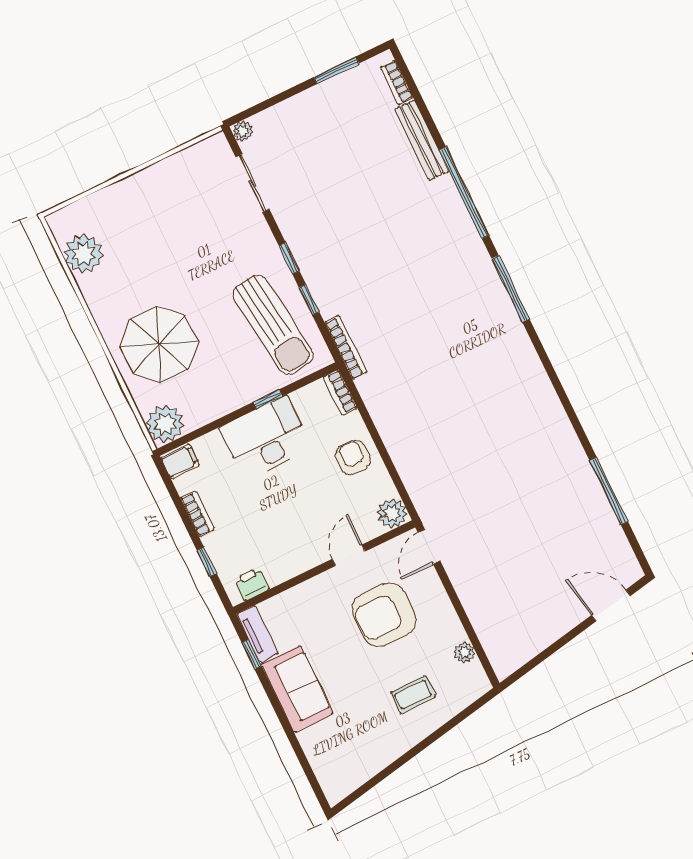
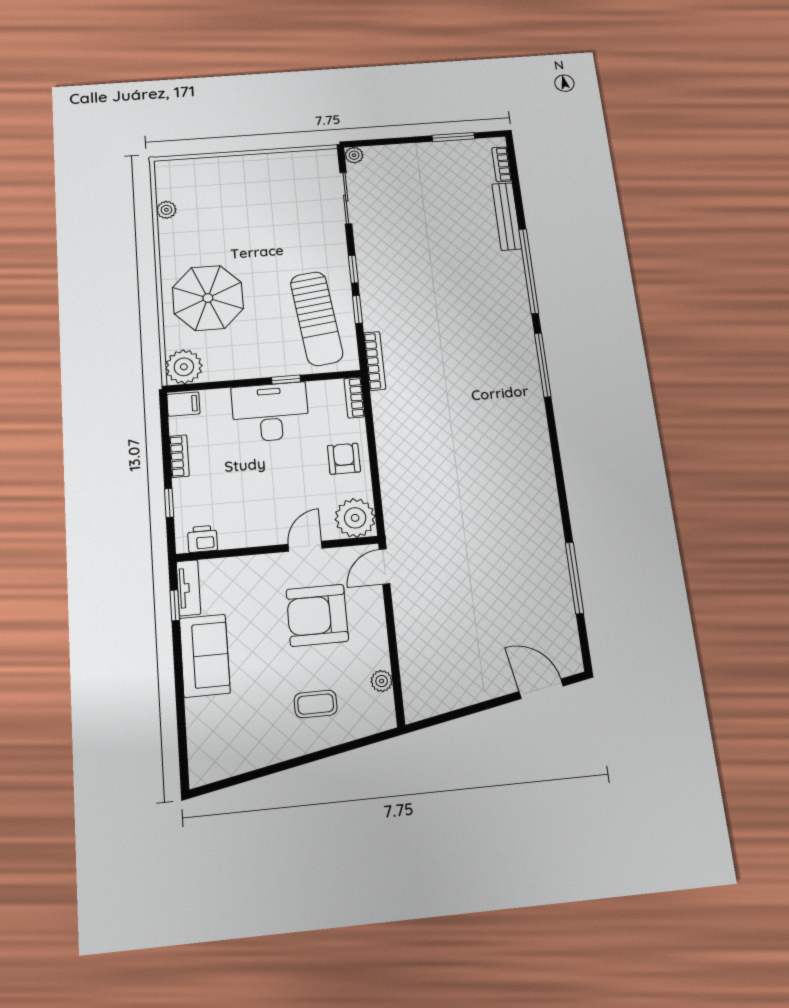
plant: (83, 254) -> (166, 210), width x0.53, depth x0.53
plant: (392, 513) -> (355, 518), width x1.36, depth x1.36

